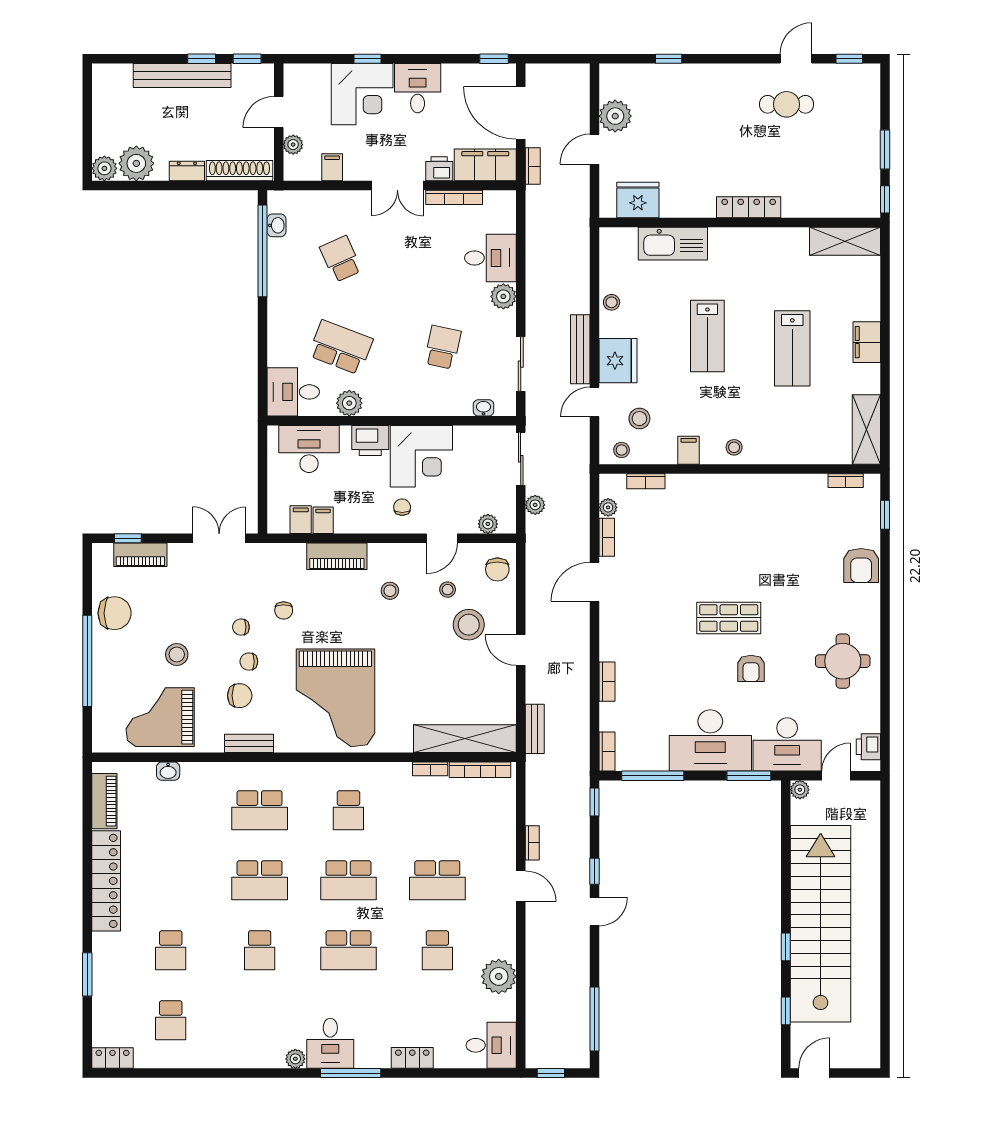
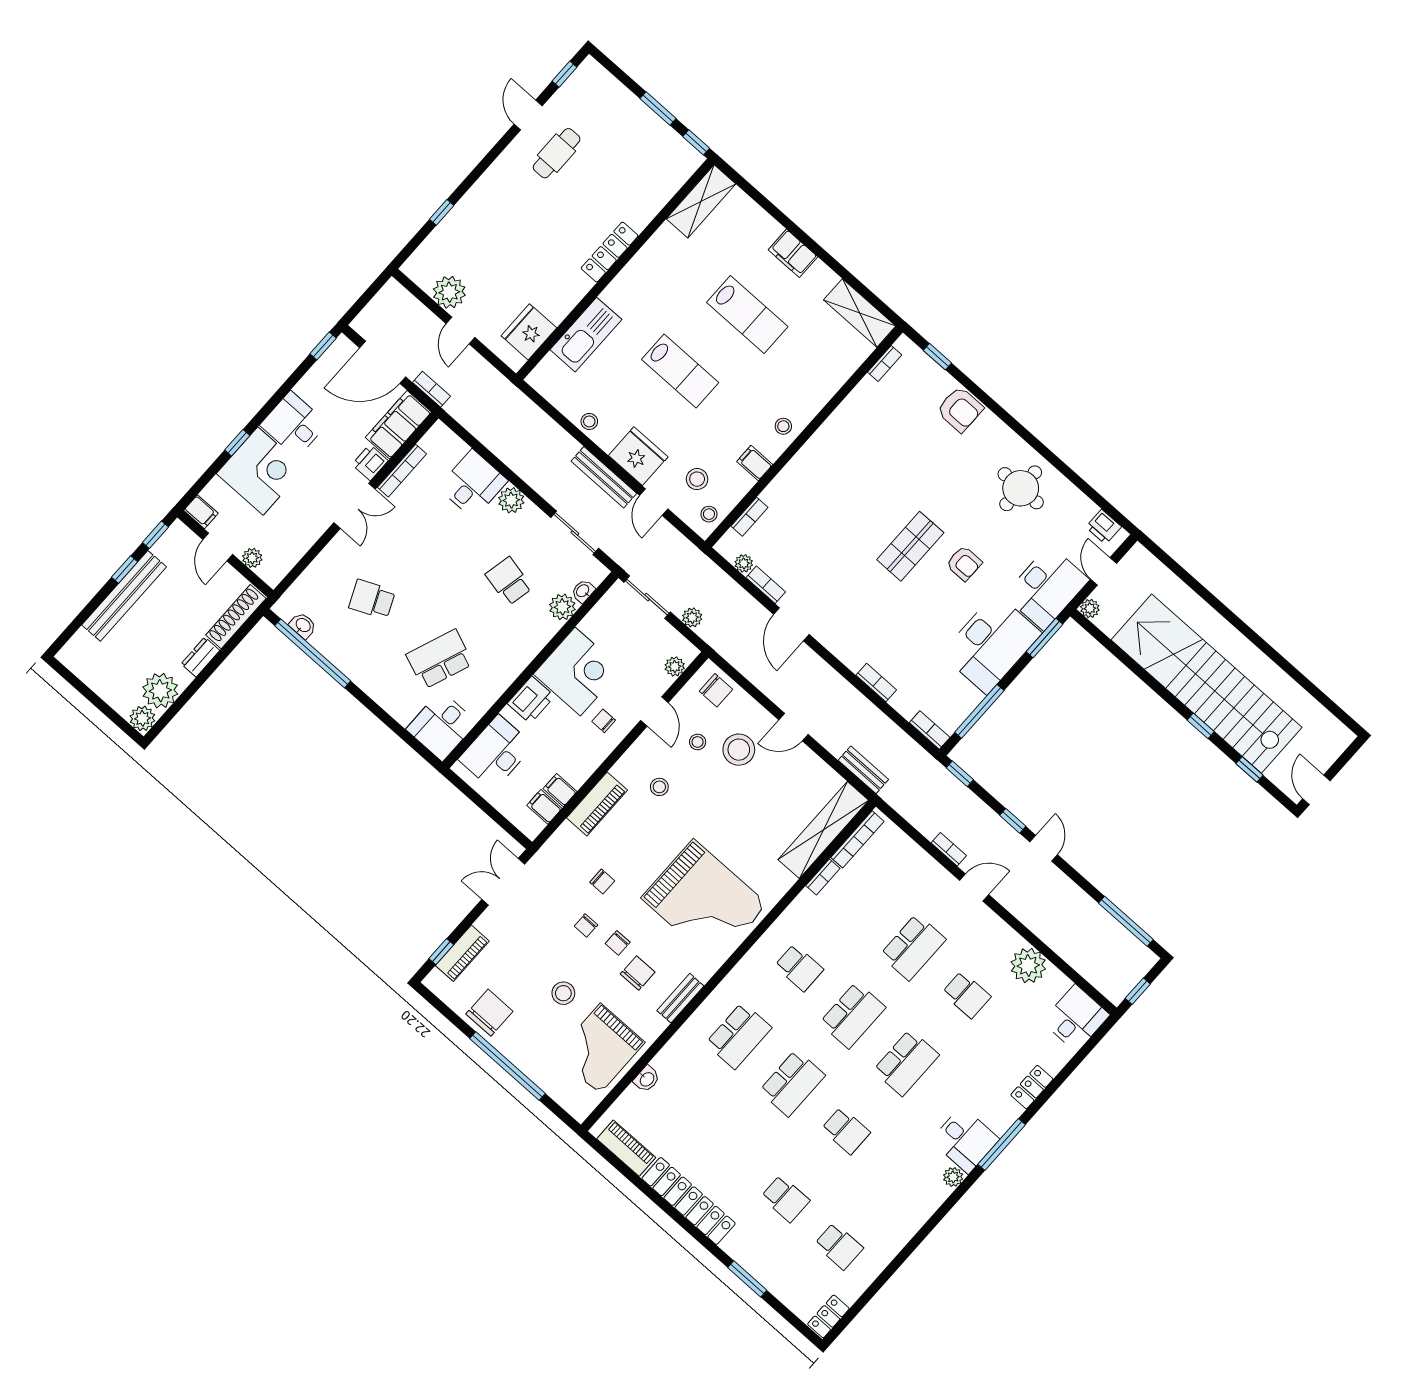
filing cabinet: (332, 167) -> (201, 512), moved, turned 180
plant: (349, 403) -> (562, 607), moved

